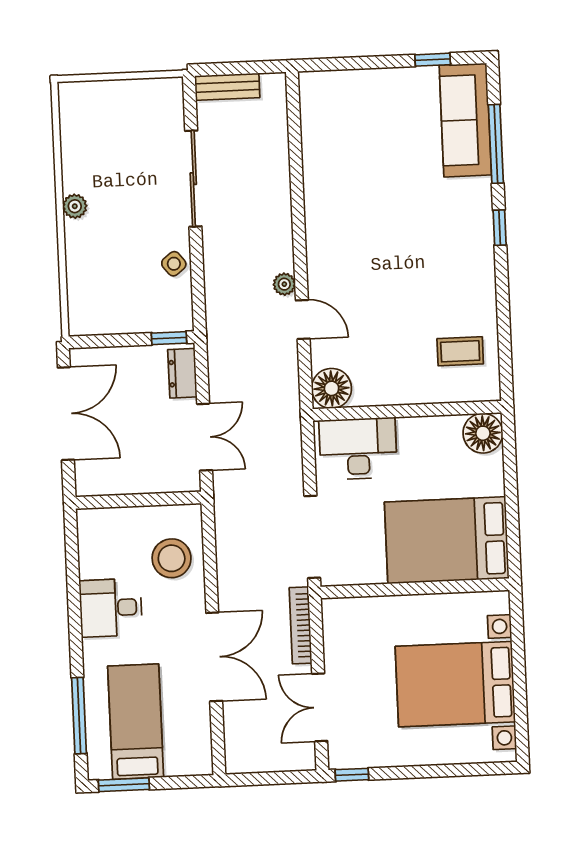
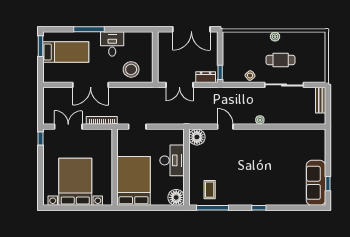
sofa: (465, 120) -> (316, 183), moved, turned -90
window: (496, 144) -> (213, 208), moved
cafe table: (132, 190) -> (281, 60), added
plant: (284, 284) -> (260, 120), moved
door: (303, 319) -> (225, 127), swing flipped
desk: (358, 449) -> (172, 160), moved
doorway: (312, 537) -> (137, 127), width x0.53
window: (79, 716) -> (89, 29), moved

